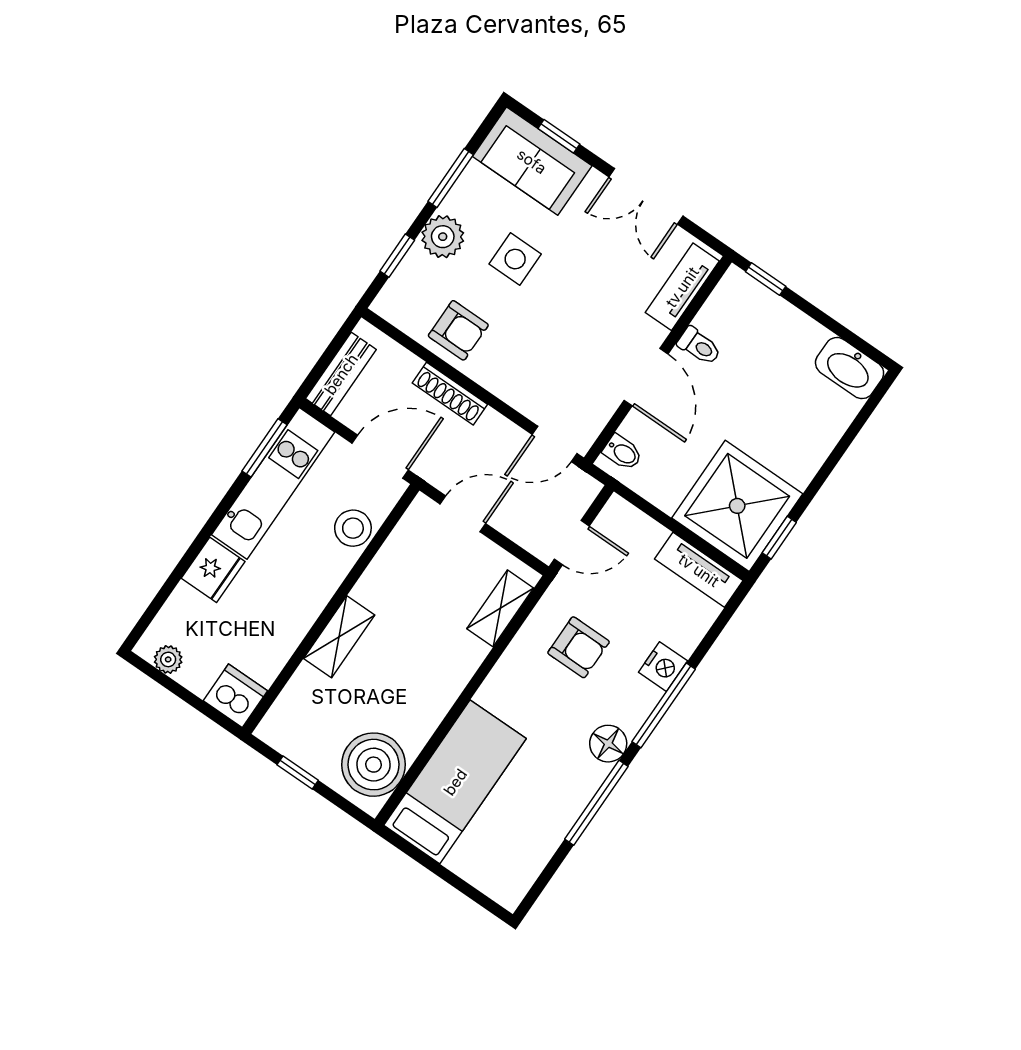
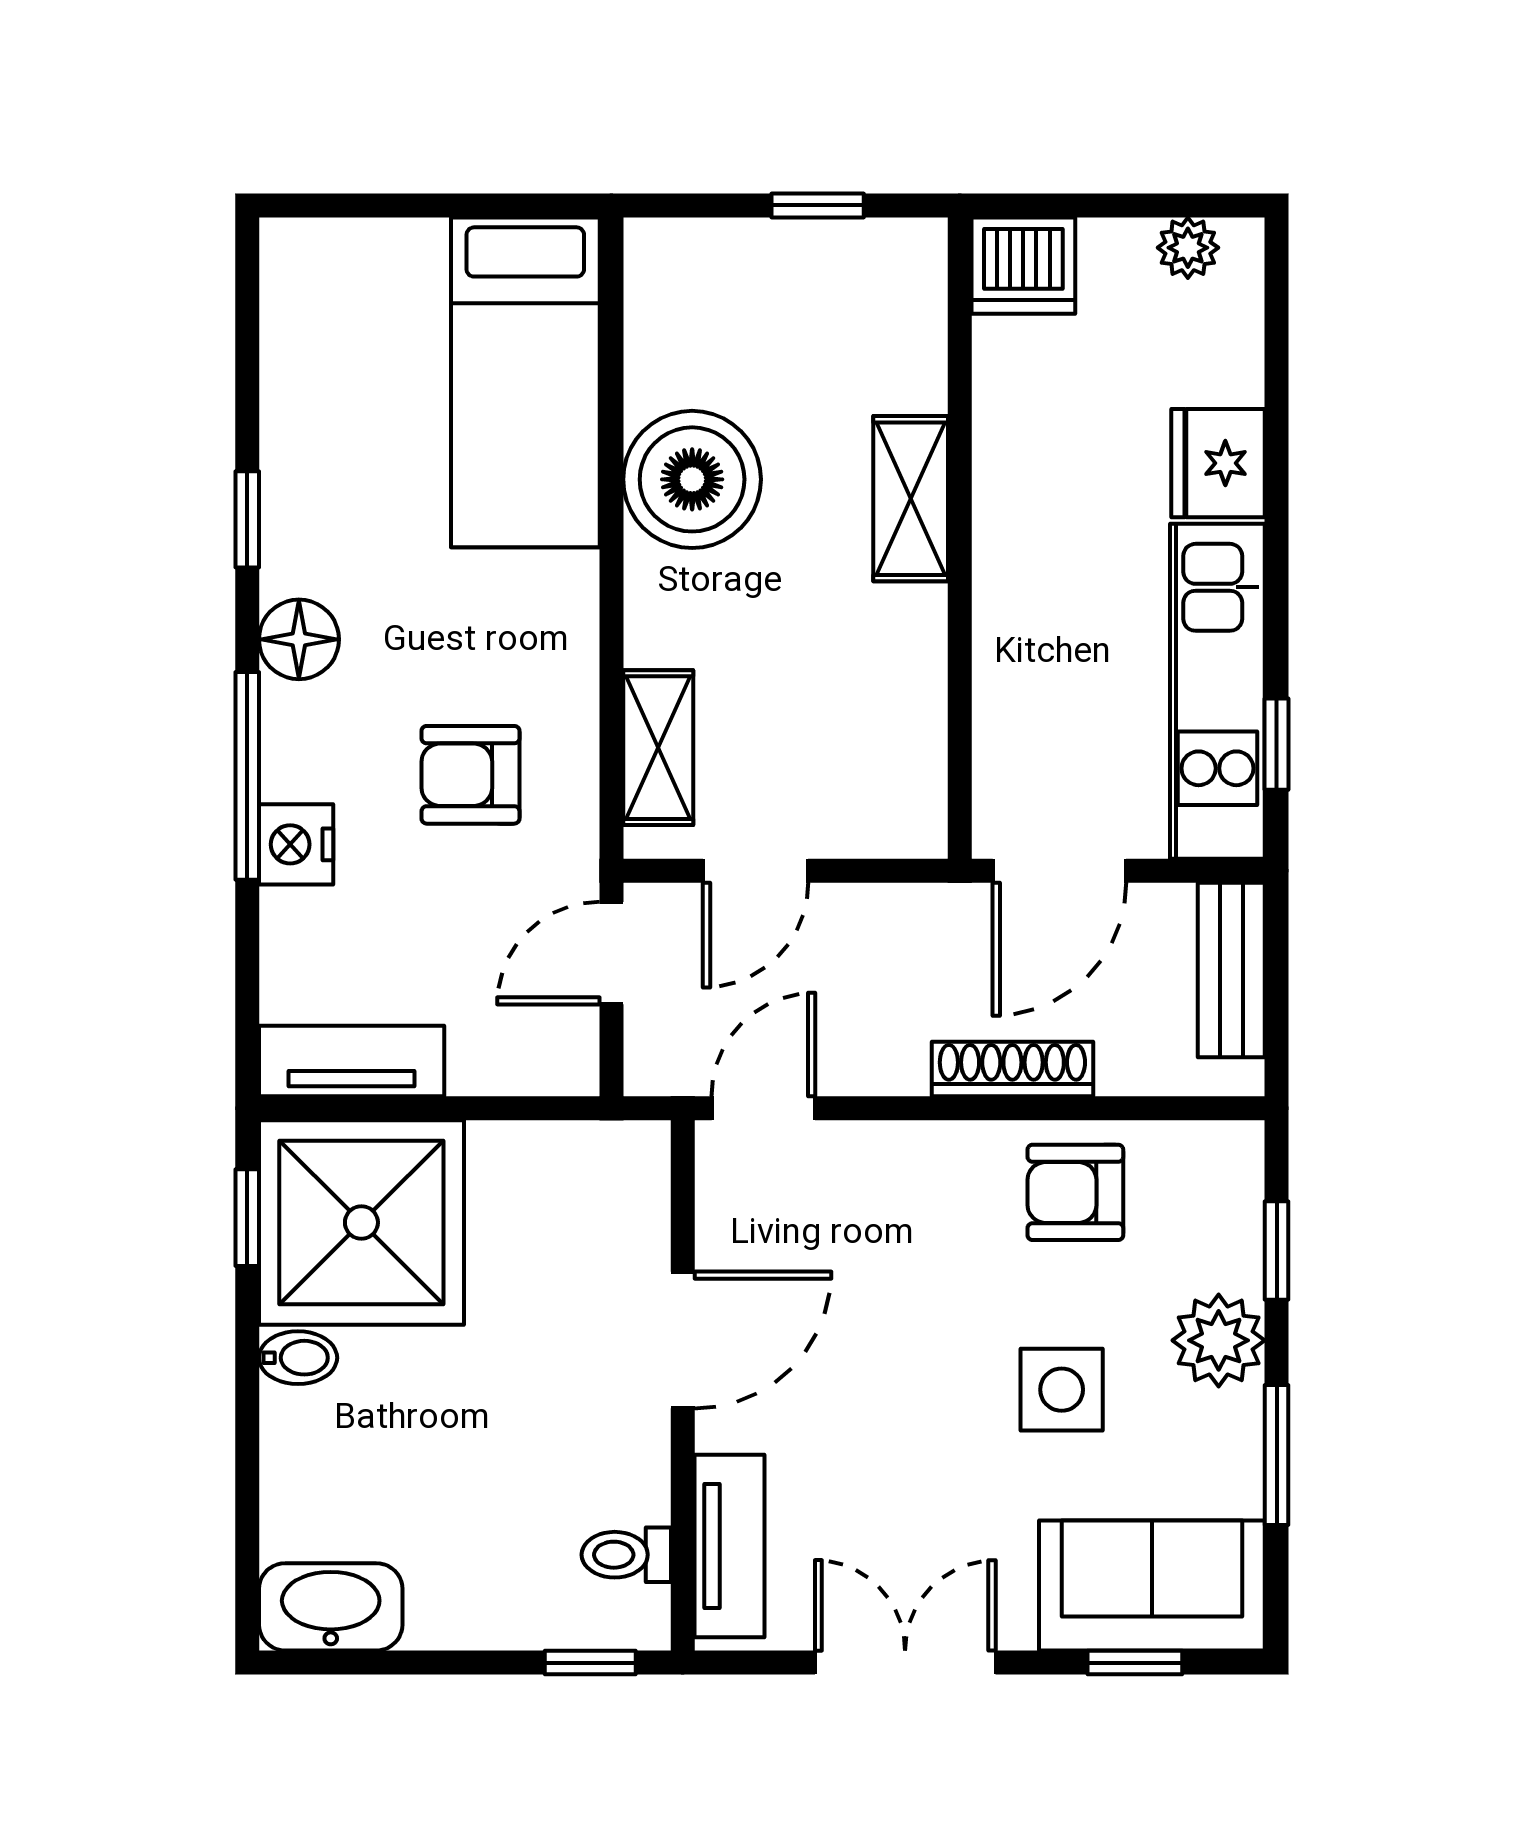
toilet: (699, 346) -> (626, 1555), moved
door: (646, 377) -> (683, 1340), swing flipped
window: (265, 448) -> (1277, 744), width x0.67
bidet: (623, 452) -> (298, 1358), moved, turned 180
door: (463, 514) -> (756, 871), moved
stool: (353, 528) -> (1020, 710), removed
boiler: (373, 765) -> (692, 479), moved
window: (596, 803) -> (247, 519), width x0.46

